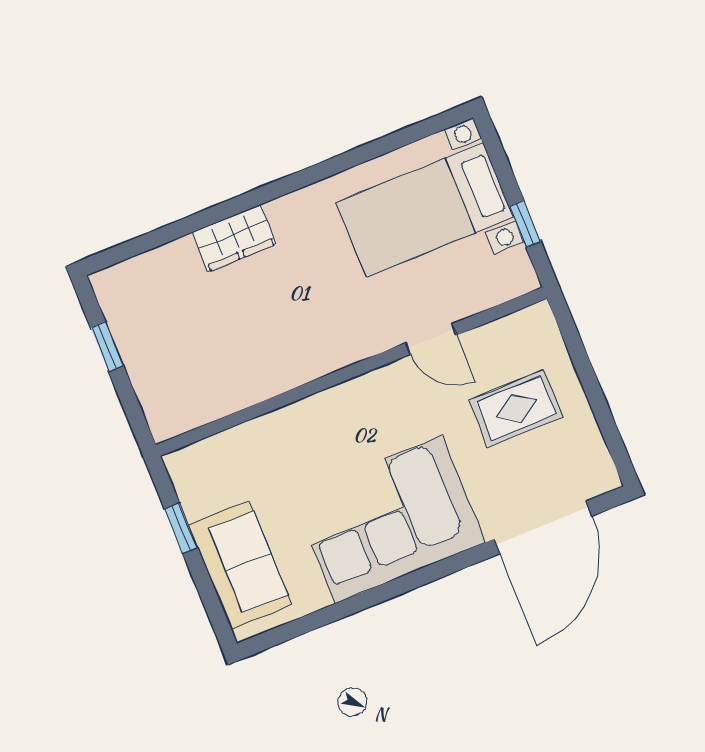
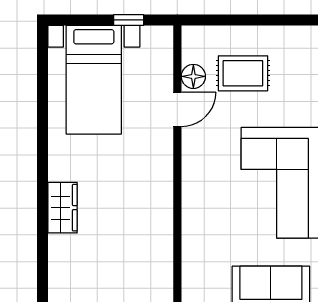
floor lamp: (484, 343) -> (193, 76), added
rug: (516, 408) -> (243, 73), turned 90

